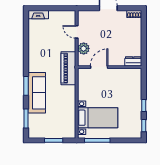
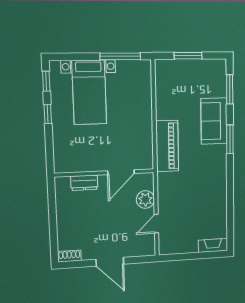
door: (77, 32) -> (156, 224), swing flipped
dresser: (133, 61) -> (84, 183), moved
piano: (68, 68) -> (167, 146), moved
sofa: (37, 93) -> (214, 121), width x0.73
bed with nightstands: (98, 118) -> (89, 92), moved, turned -90

